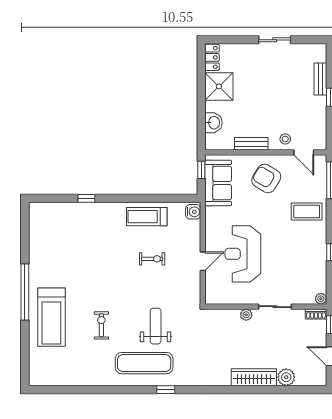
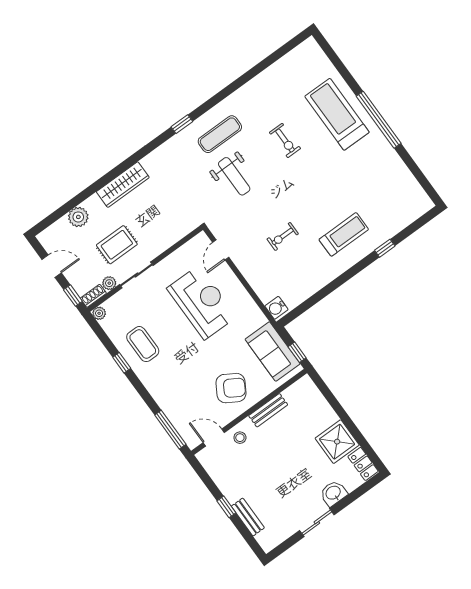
washbasin: (214, 123) -> (333, 493), moved, turned 90
coffee table: (307, 212) -> (143, 344), moved, turned 90
treadmill: (147, 217) -> (344, 234), moved
door: (203, 261) -> (221, 250), moved
plant: (246, 315) -> (109, 283), moved
rug: (273, 338) -> (117, 245), added
exercise mat: (144, 363) -> (220, 134), width x0.73, depth x0.69
wardrobe: (254, 377) -> (123, 185), moved

